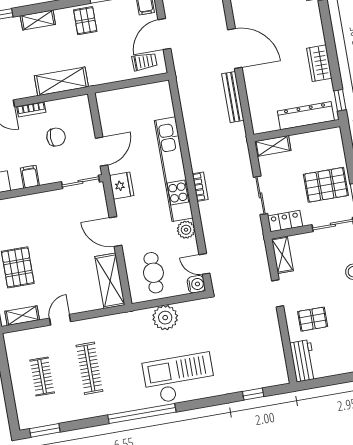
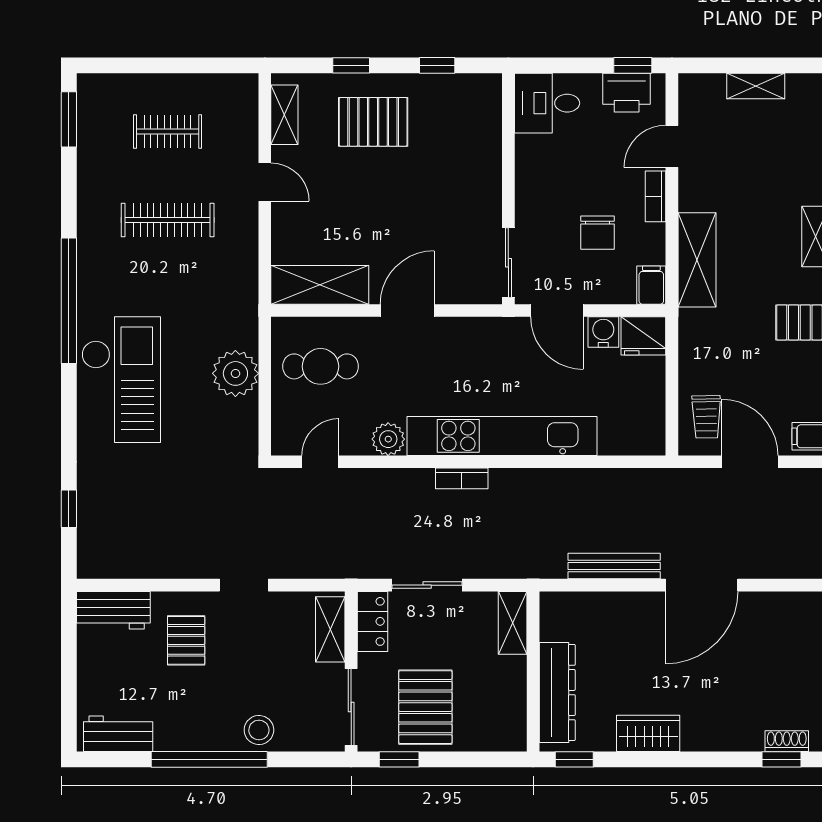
filing cabinet: (30, 177) -> (651, 285), moved, turned -90
fridge: (121, 186) -> (643, 336), moved
shelving: (282, 255) -> (330, 629), moved, turned 90
water cooler: (196, 284) -> (603, 332), moved, turned 180

